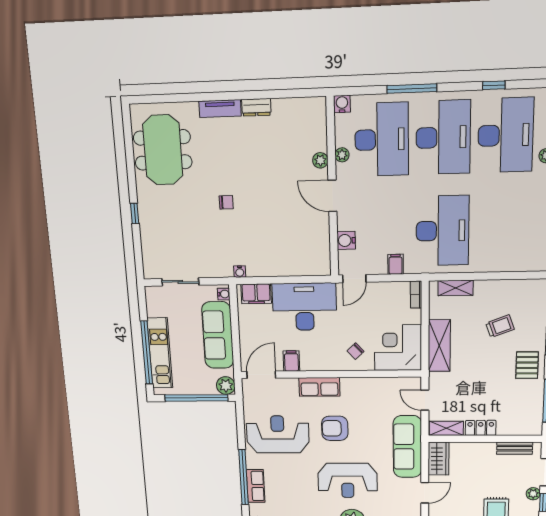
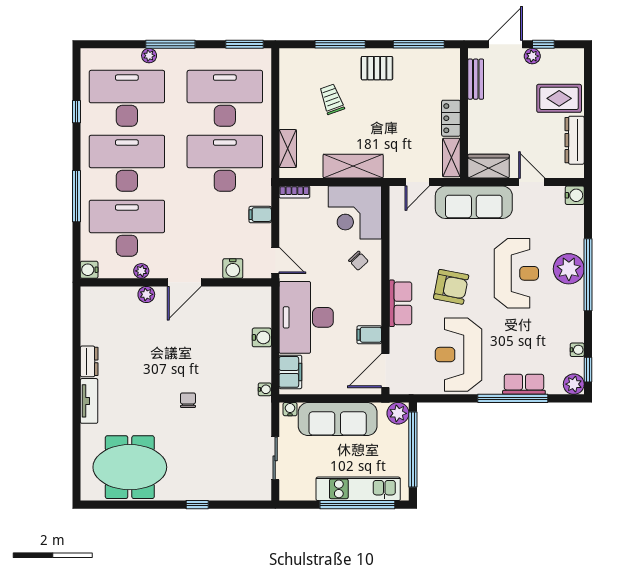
desk: (503, 229) -> (225, 98), added
water cooler: (285, 268) -> (262, 337), added
door: (261, 375) -> (385, 371), hinge flipped
armchair: (335, 428) -> (451, 287), turned -79

